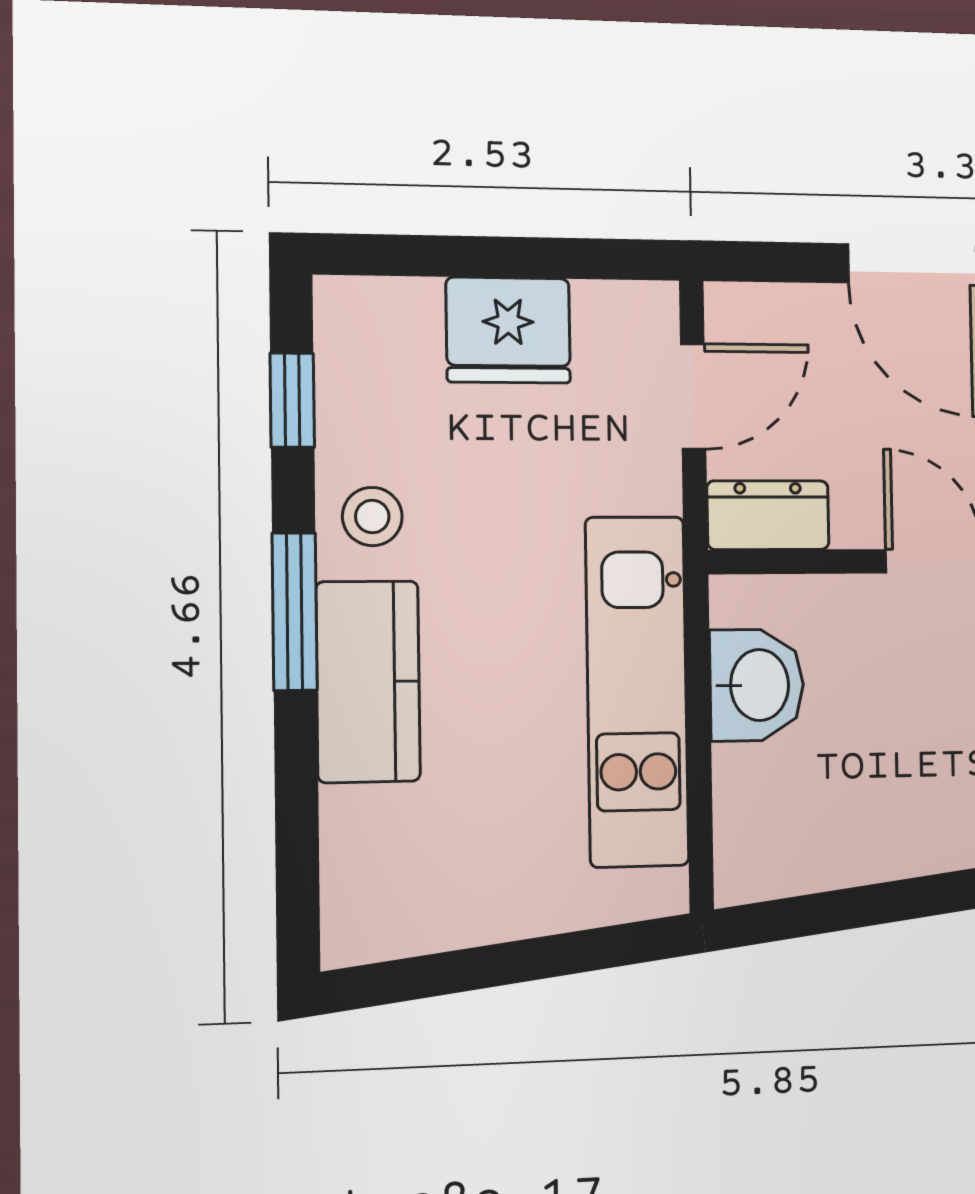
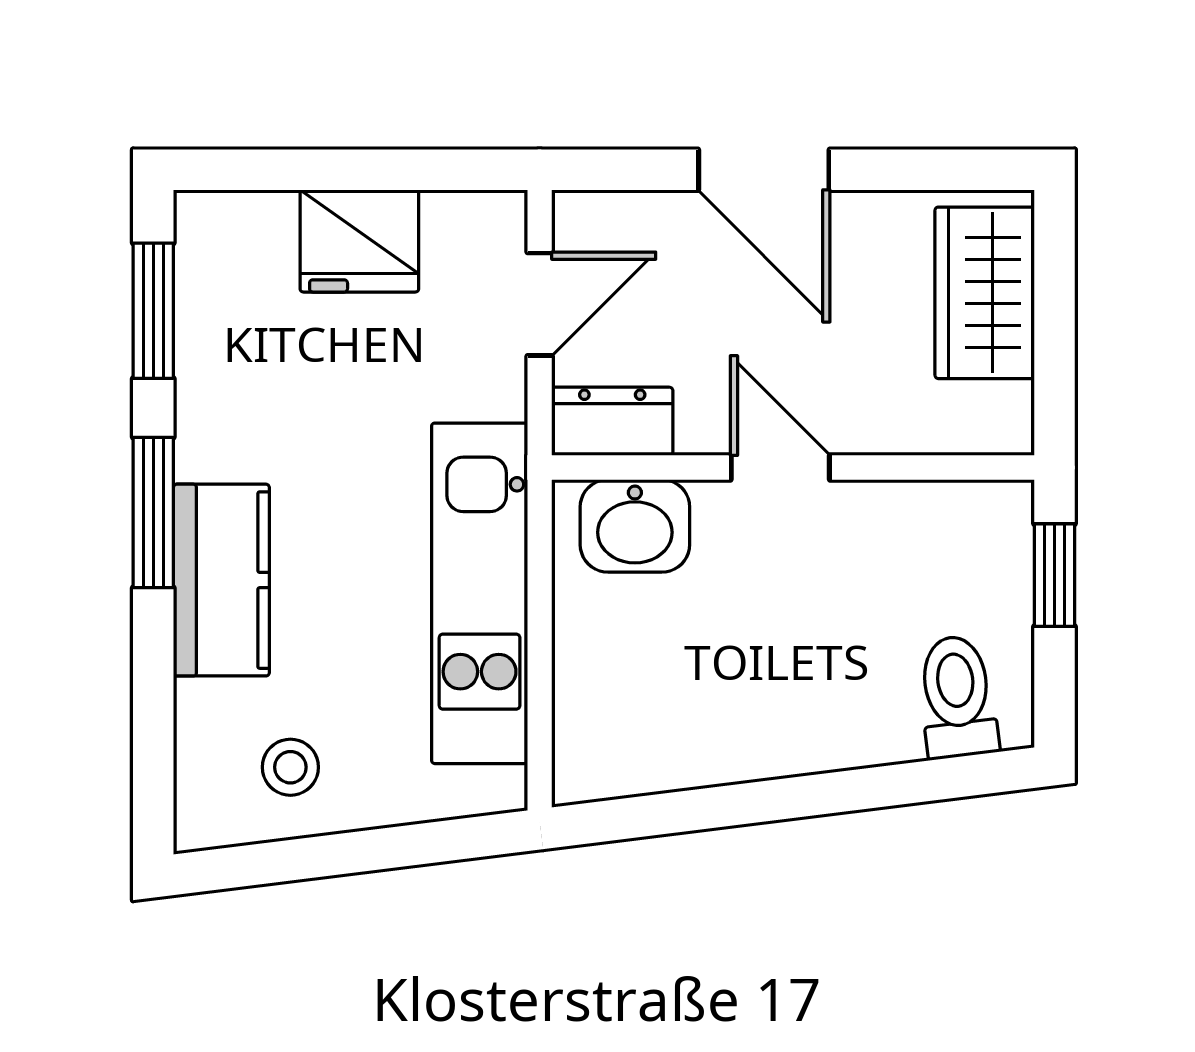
window: (292, 400) -> (153, 311), width x1.50
stool: (372, 517) -> (290, 767), moved
washbasin: (757, 685) -> (635, 526), moved, turned 90

